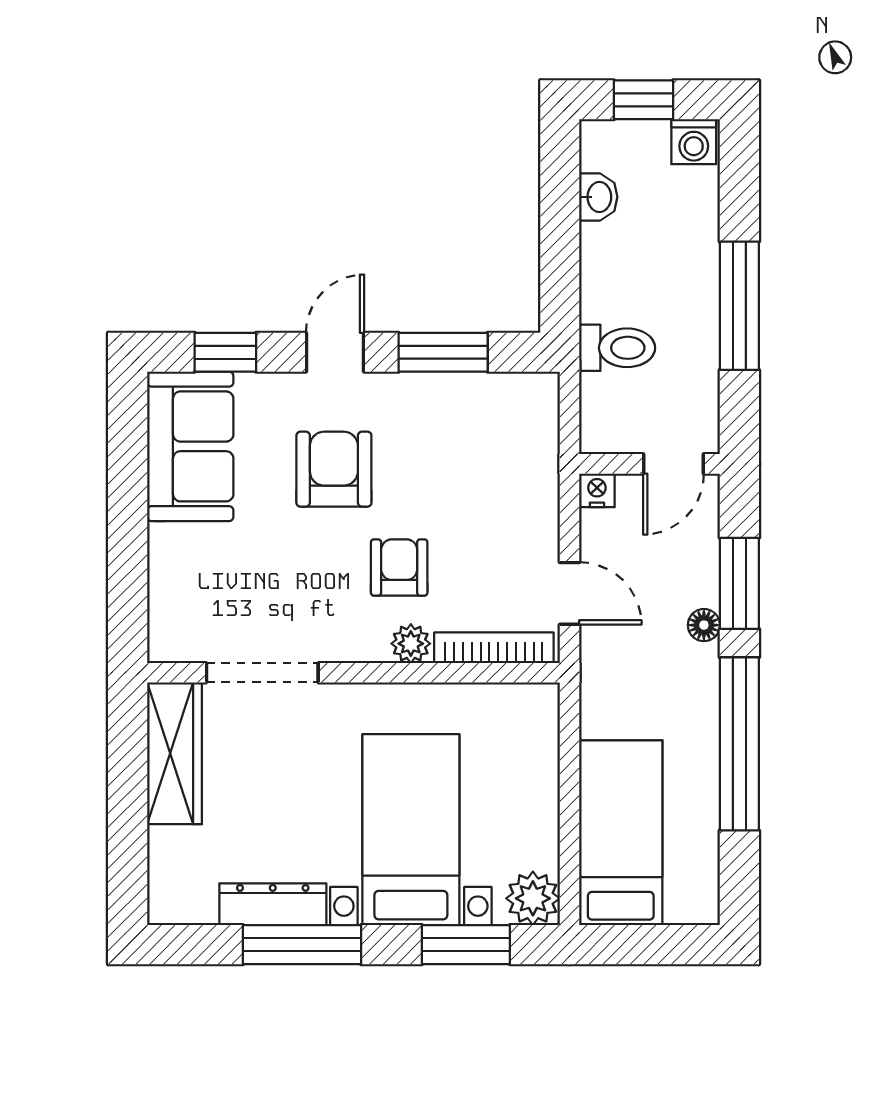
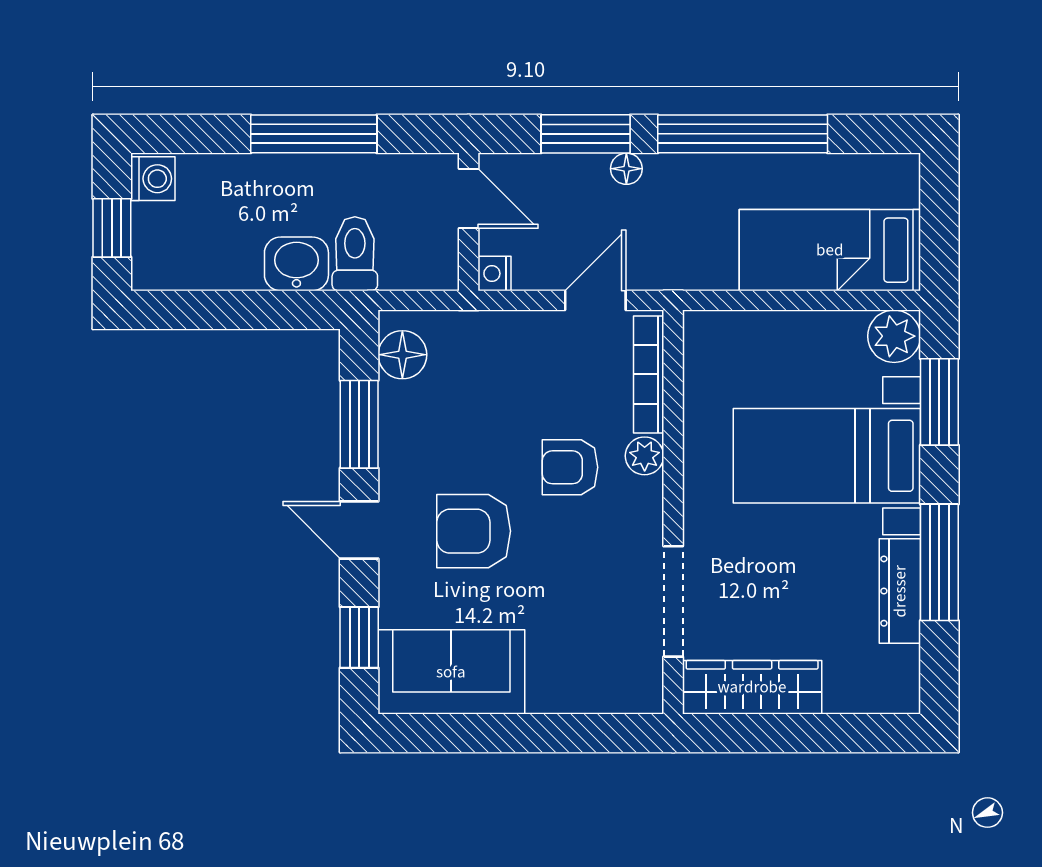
washbasin: (598, 197) -> (296, 264), moved, width x1.38, depth x1.45
floor lamp: (514, 396) -> (402, 355), added

